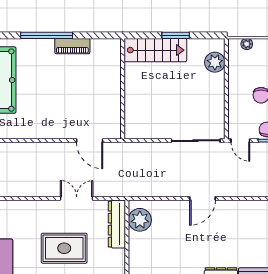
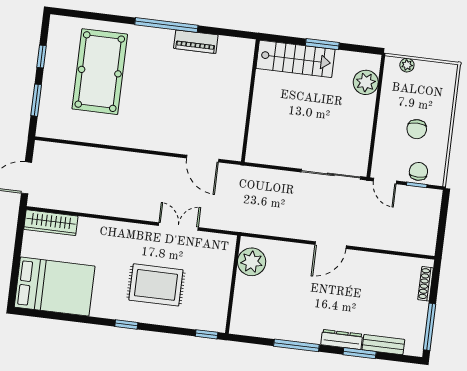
dresser: (117, 224) -> (223, 264), removed

